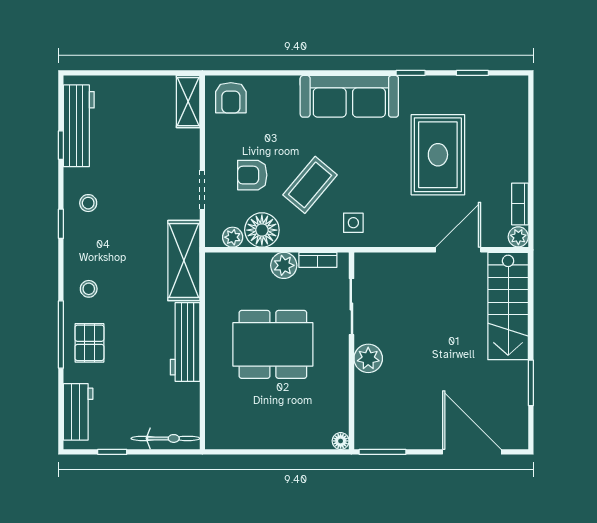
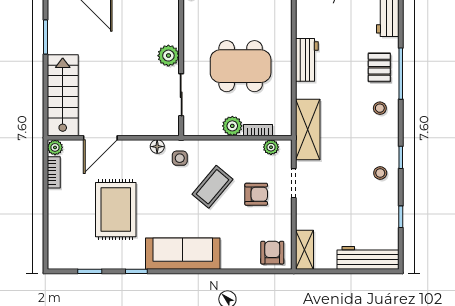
workbench: (79, 126) -> (368, 258), moved, turned 90
floor lamp: (262, 230) -> (157, 147), moved, width x0.53, depth x0.53
bookcase: (318, 260) -> (258, 130), moved
workbench: (185, 342) -> (307, 60), width x0.73

